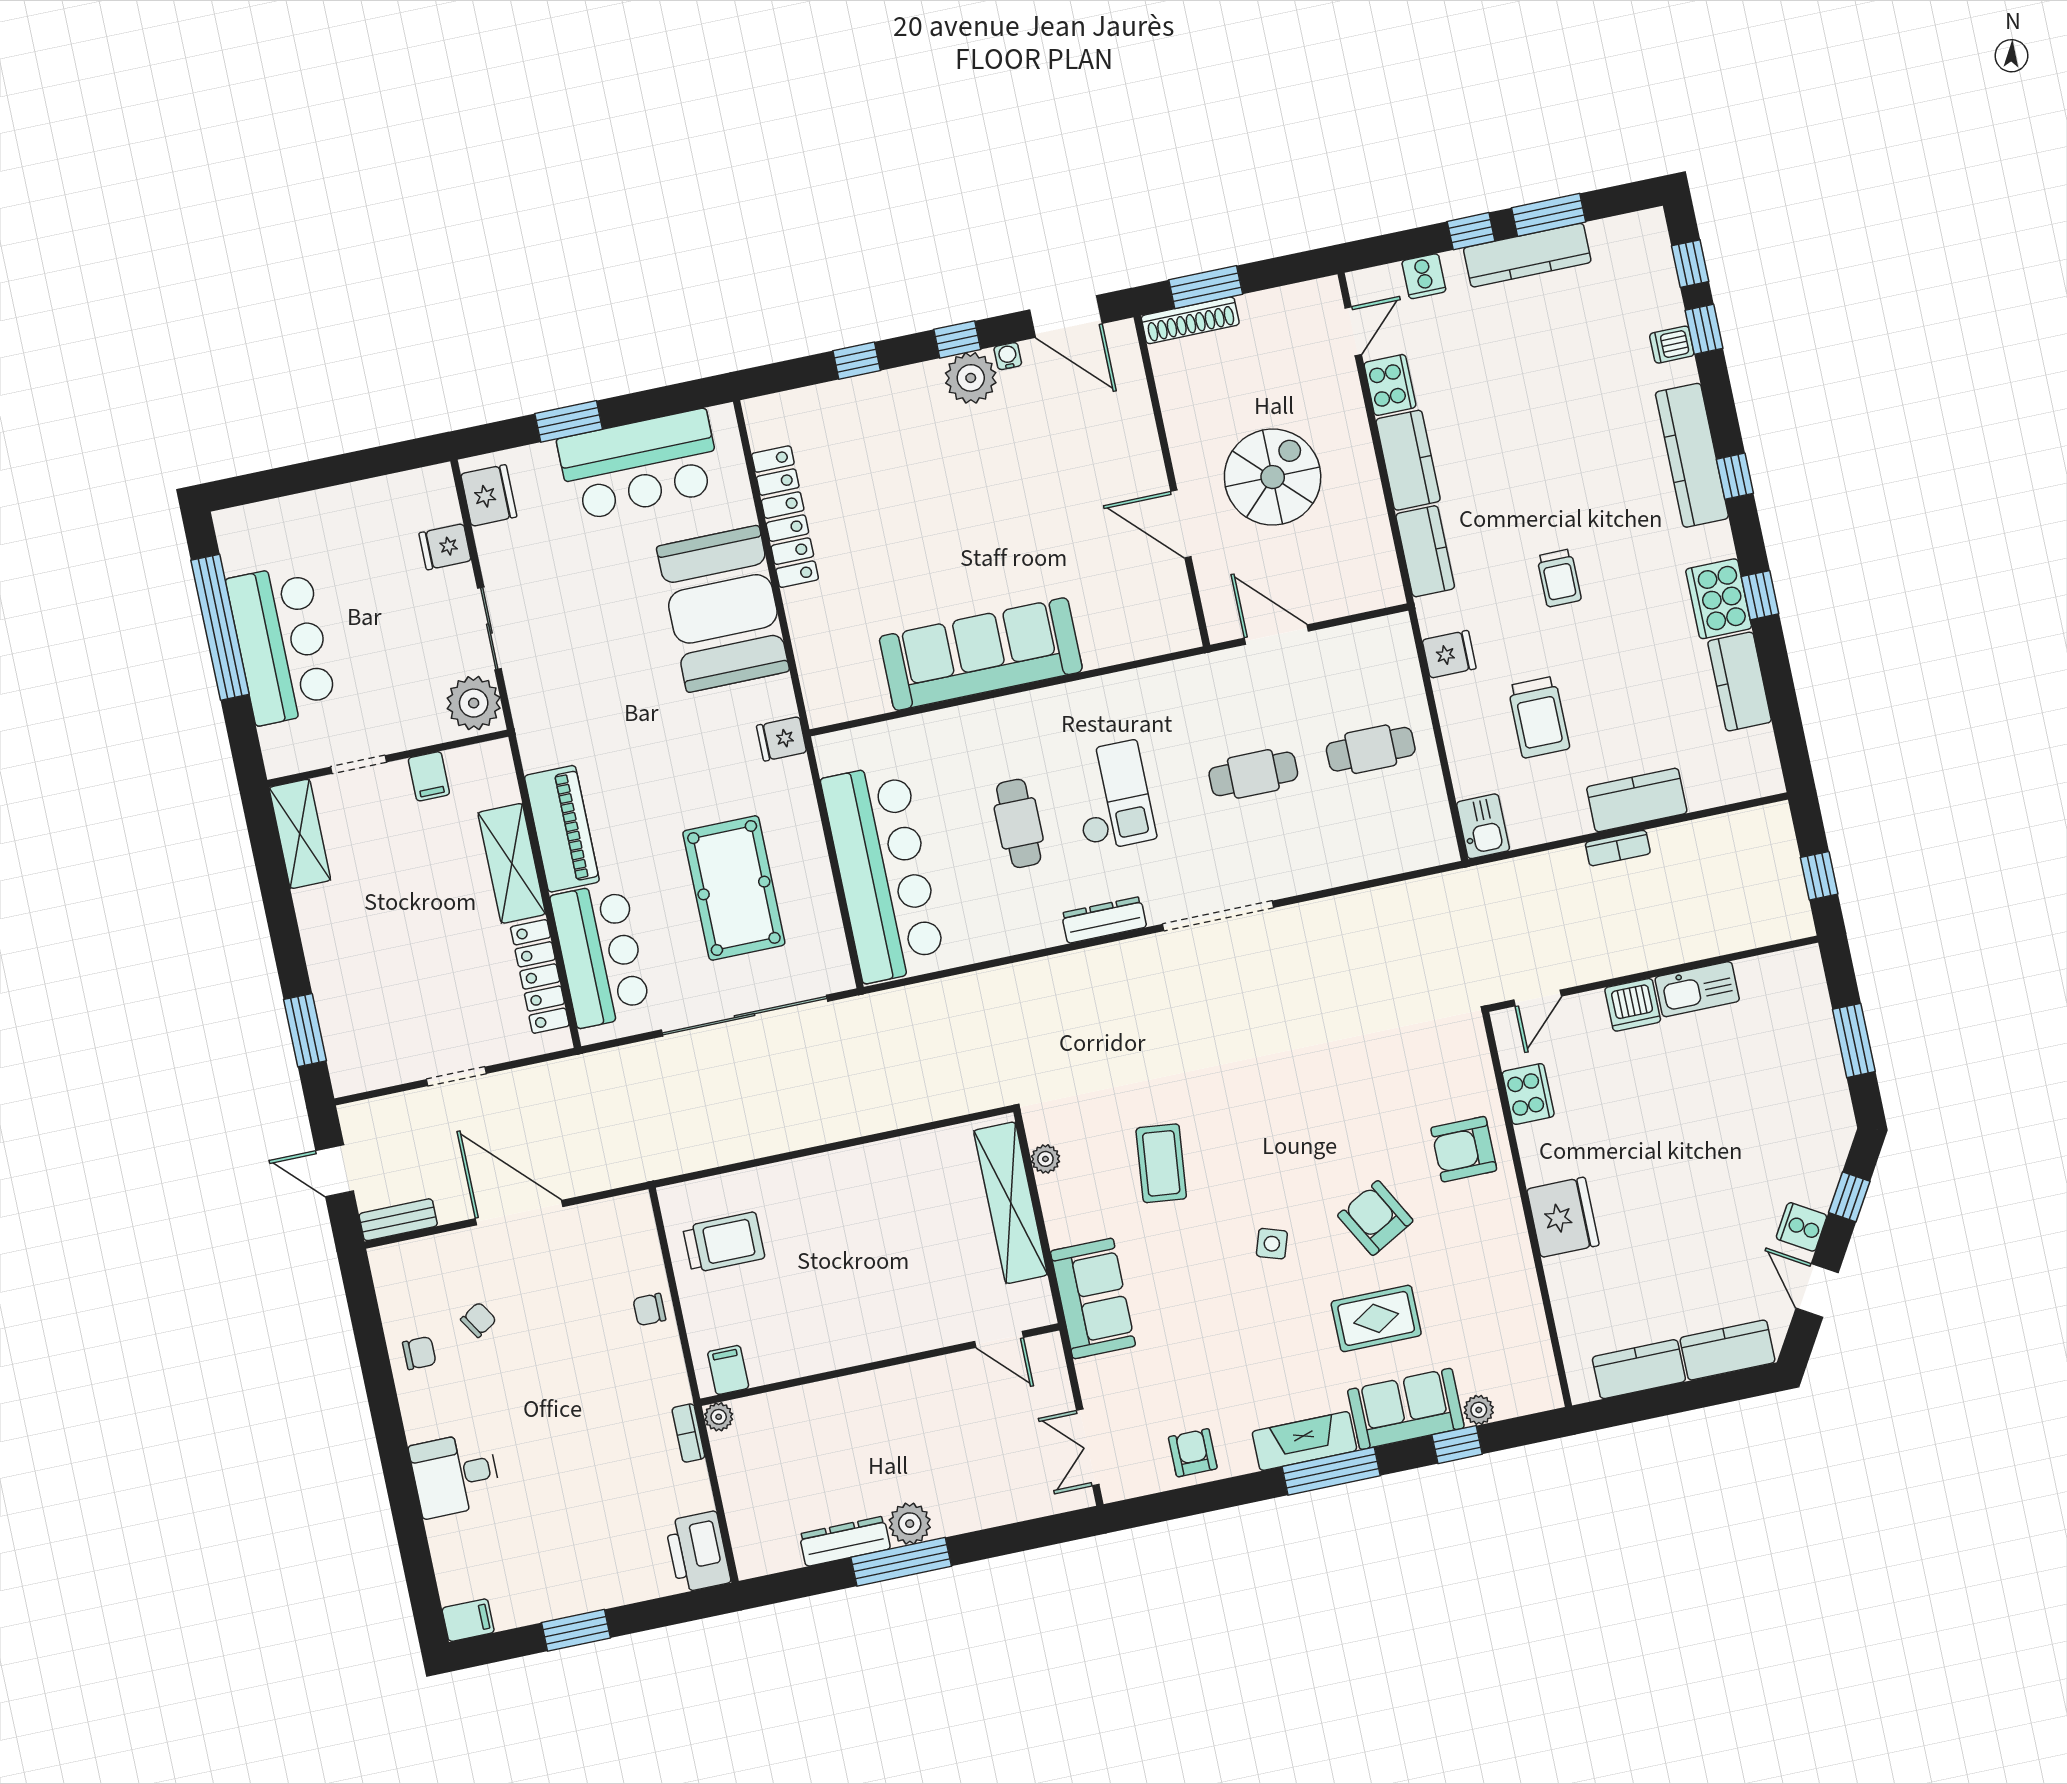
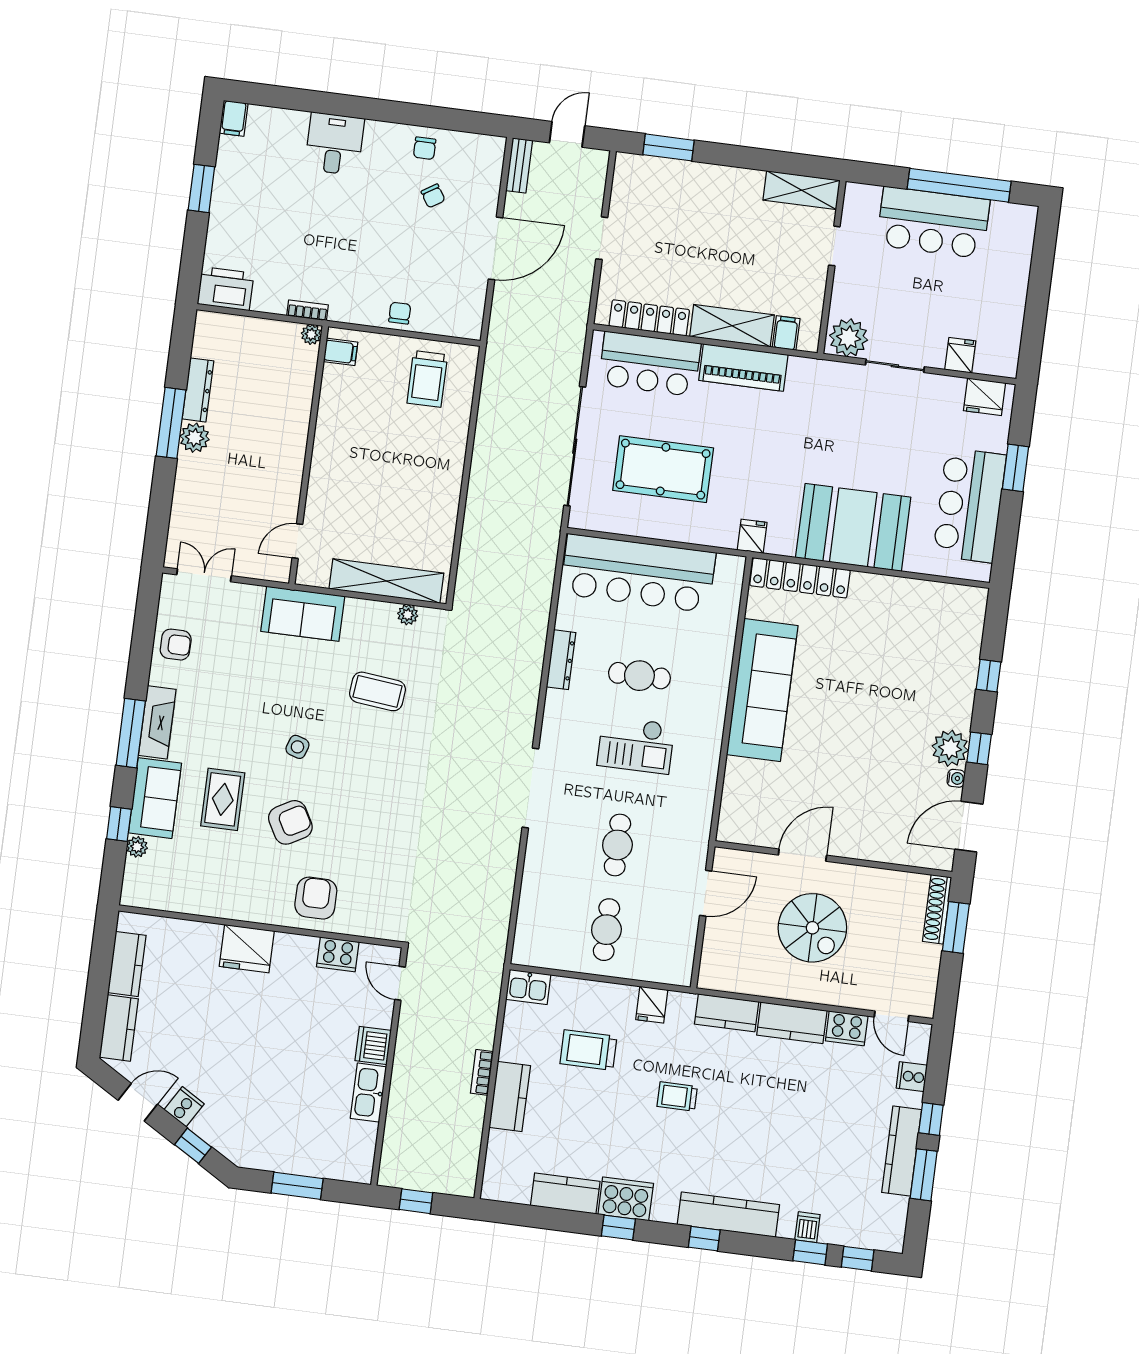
locker: (785, 517) -> (800, 578), moved
filing cabinet: (429, 776) -> (786, 333), moved, turned 90
dresser: (1104, 920) -> (561, 660), moved

